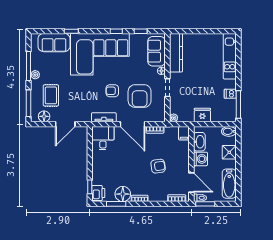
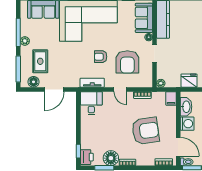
door: (133, 124) -> (120, 89), width x0.53
armchair: (158, 166) -> (145, 131), width x1.88, depth x1.88

